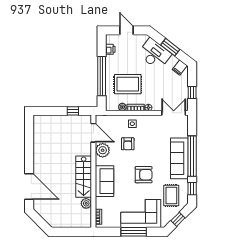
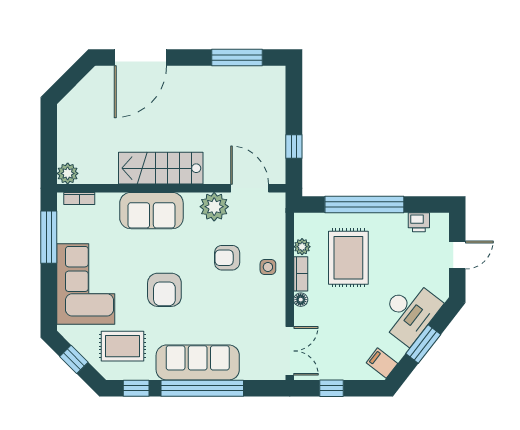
door: (93, 133) -> (250, 188), swing flipped
window: (29, 139) -> (237, 57), added
plant: (86, 203) -> (68, 173), moved
window: (134, 232) -> (49, 237), moved

